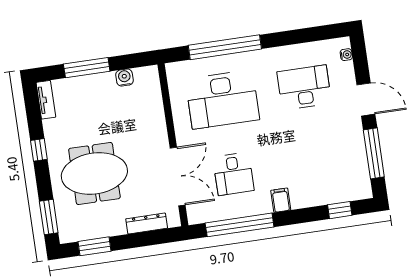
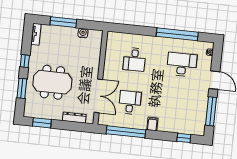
window: (225, 47) -> (177, 34), moved
desk: (222, 99) -> (134, 59), width x0.53, depth x0.77
desk: (233, 174) -> (130, 102), turned 180
window: (49, 217) -> (22, 88), moved

